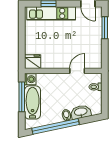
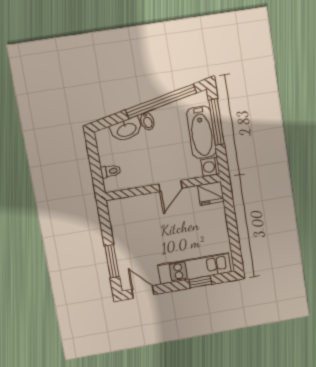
door: (77, 71) -> (171, 186), moved
window: (22, 97) -> (216, 122), moved

